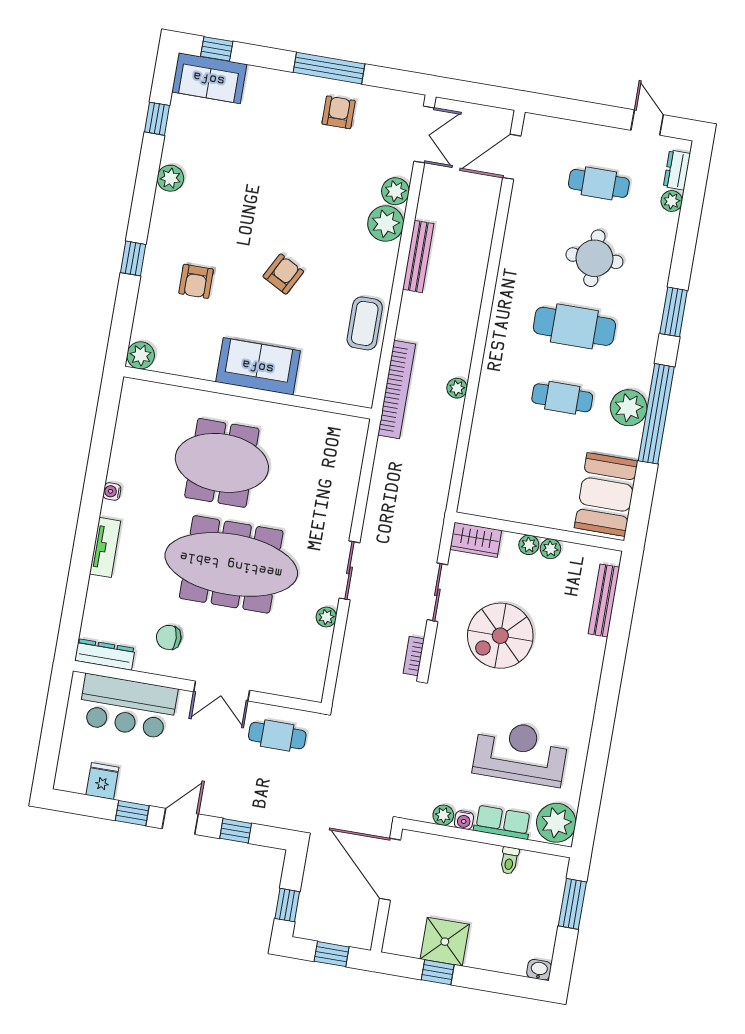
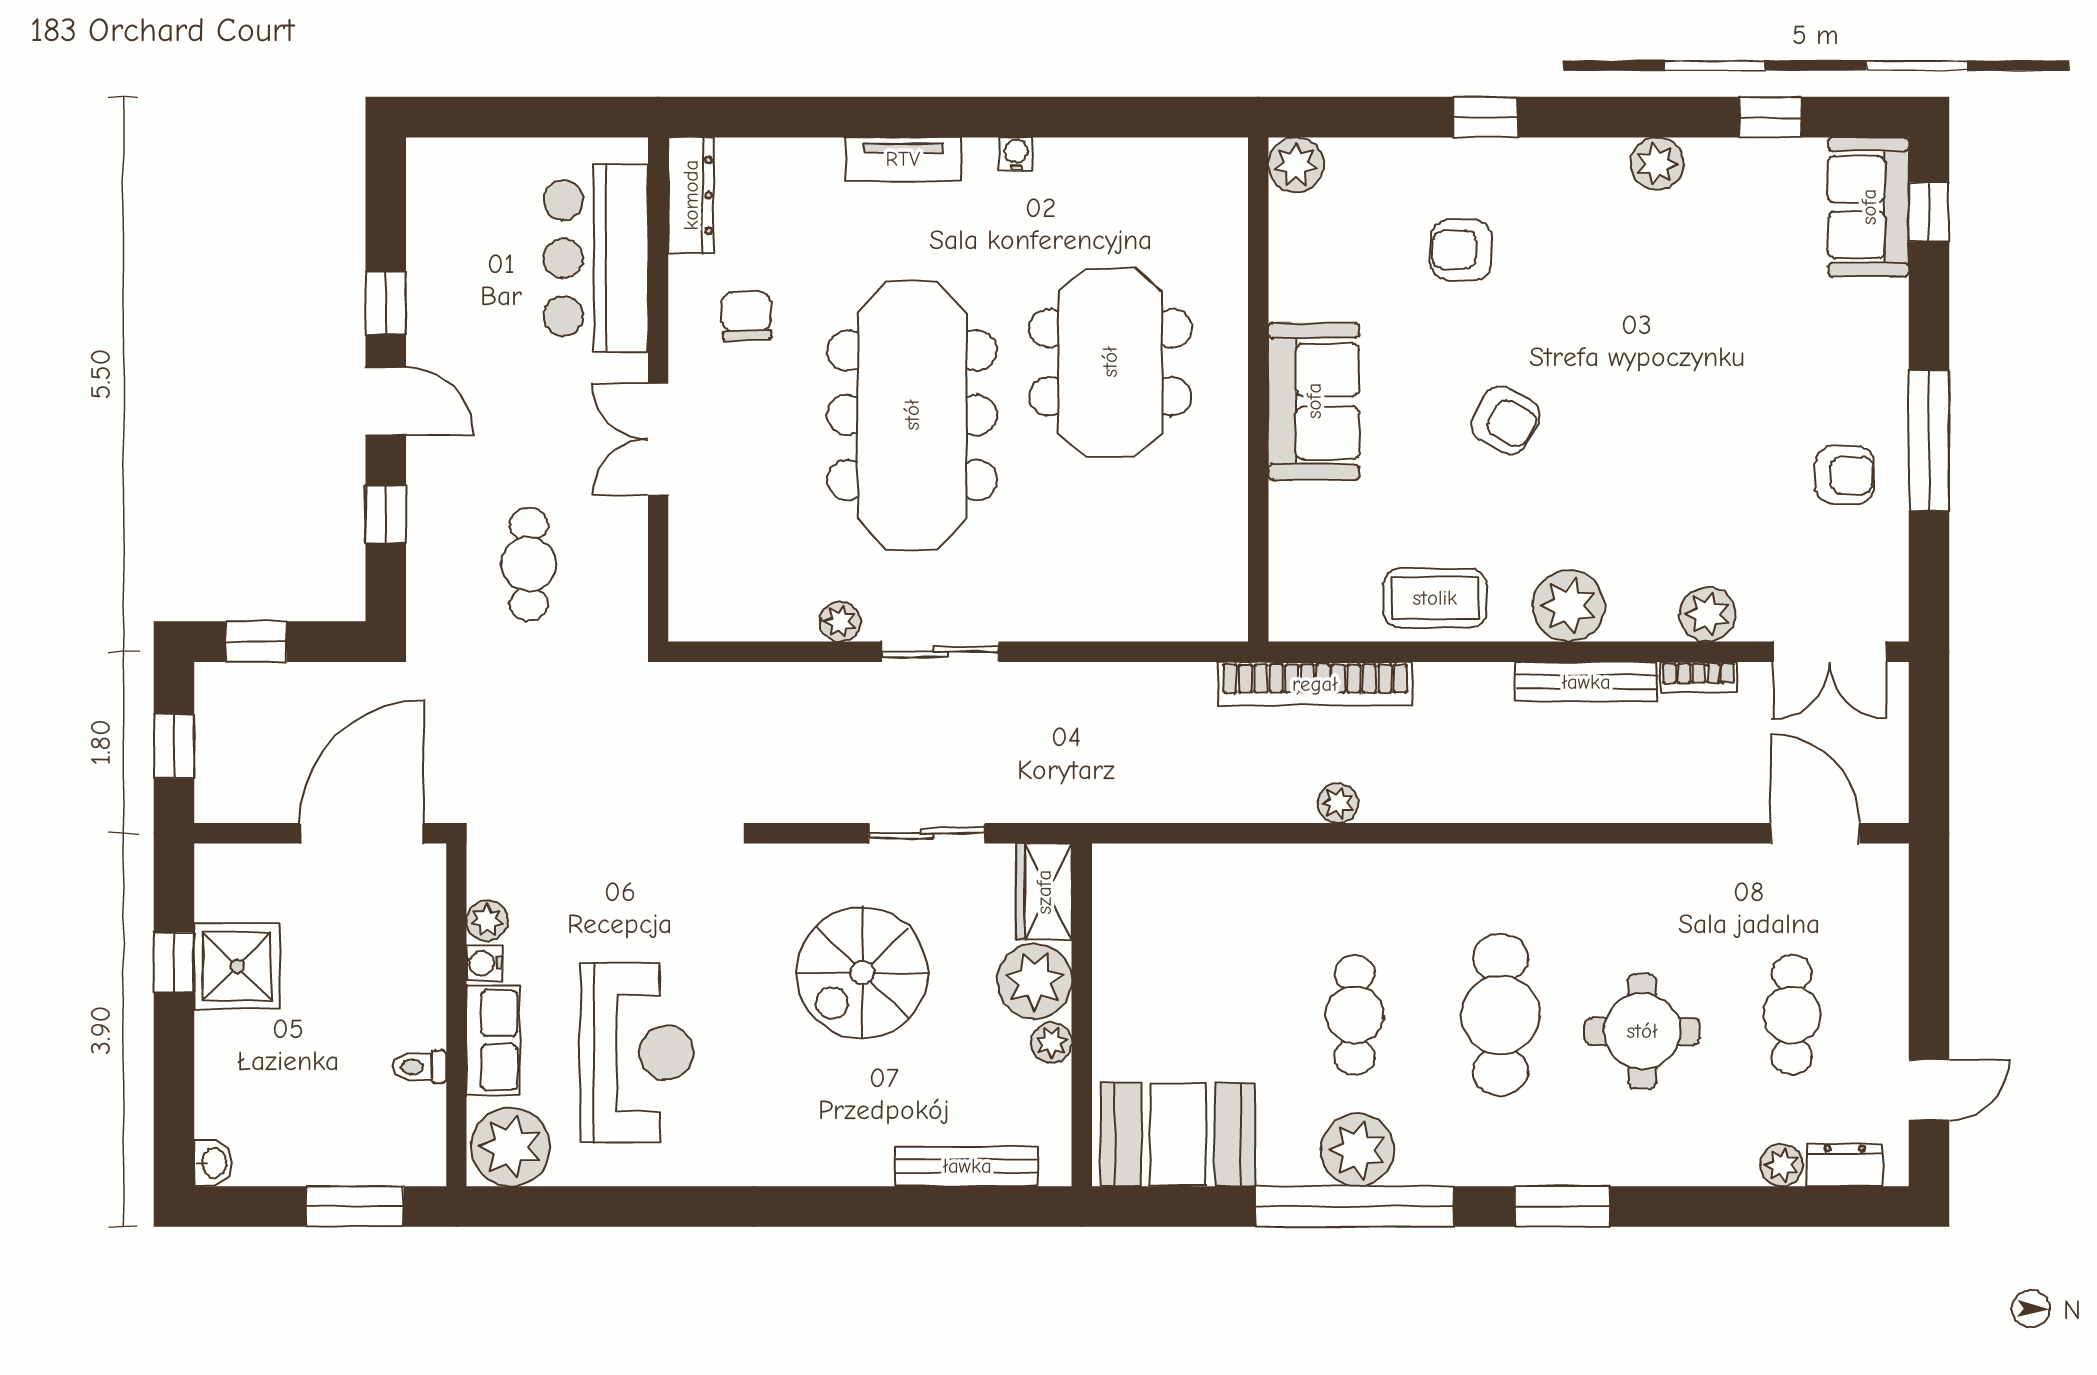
plant: (386, 224) -> (1569, 606), moved
plant: (529, 545) -> (1034, 981), width x1.88, depth x1.88
spiral stairs: (500, 636) -> (862, 973), turned -90
bookcase: (414, 656) -> (1699, 677), moved, turned 180
cafe table: (277, 736) -> (529, 564), moved
fridge: (102, 781) -> (439, 233), removed

